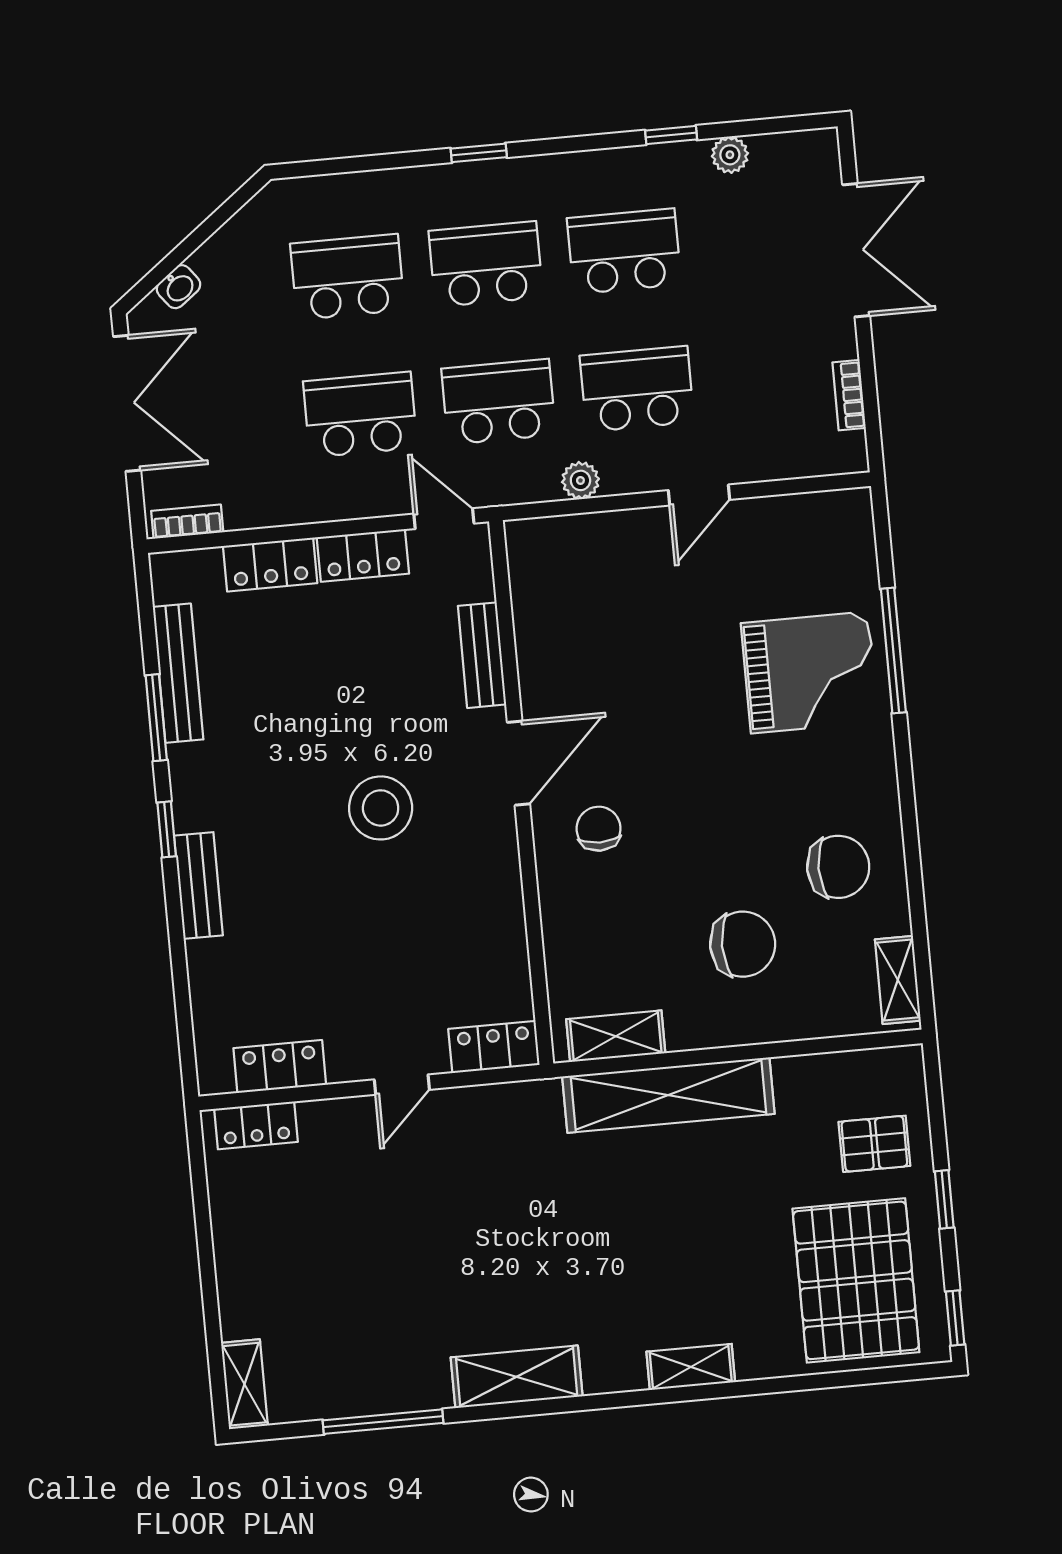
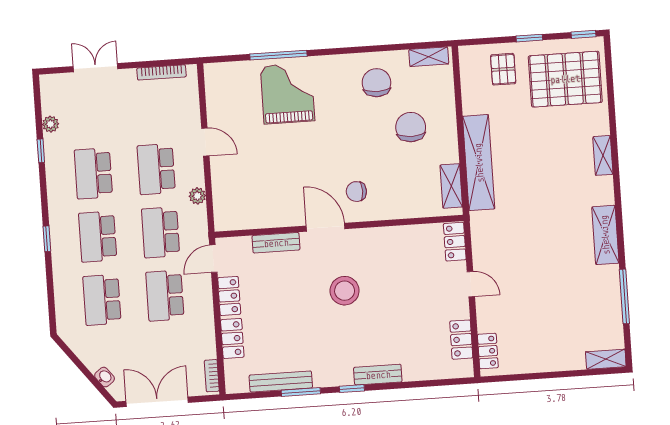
double door: (856, 250) -> (95, 68), width x0.73
bookcase: (849, 395) -> (161, 72), width x1.56

